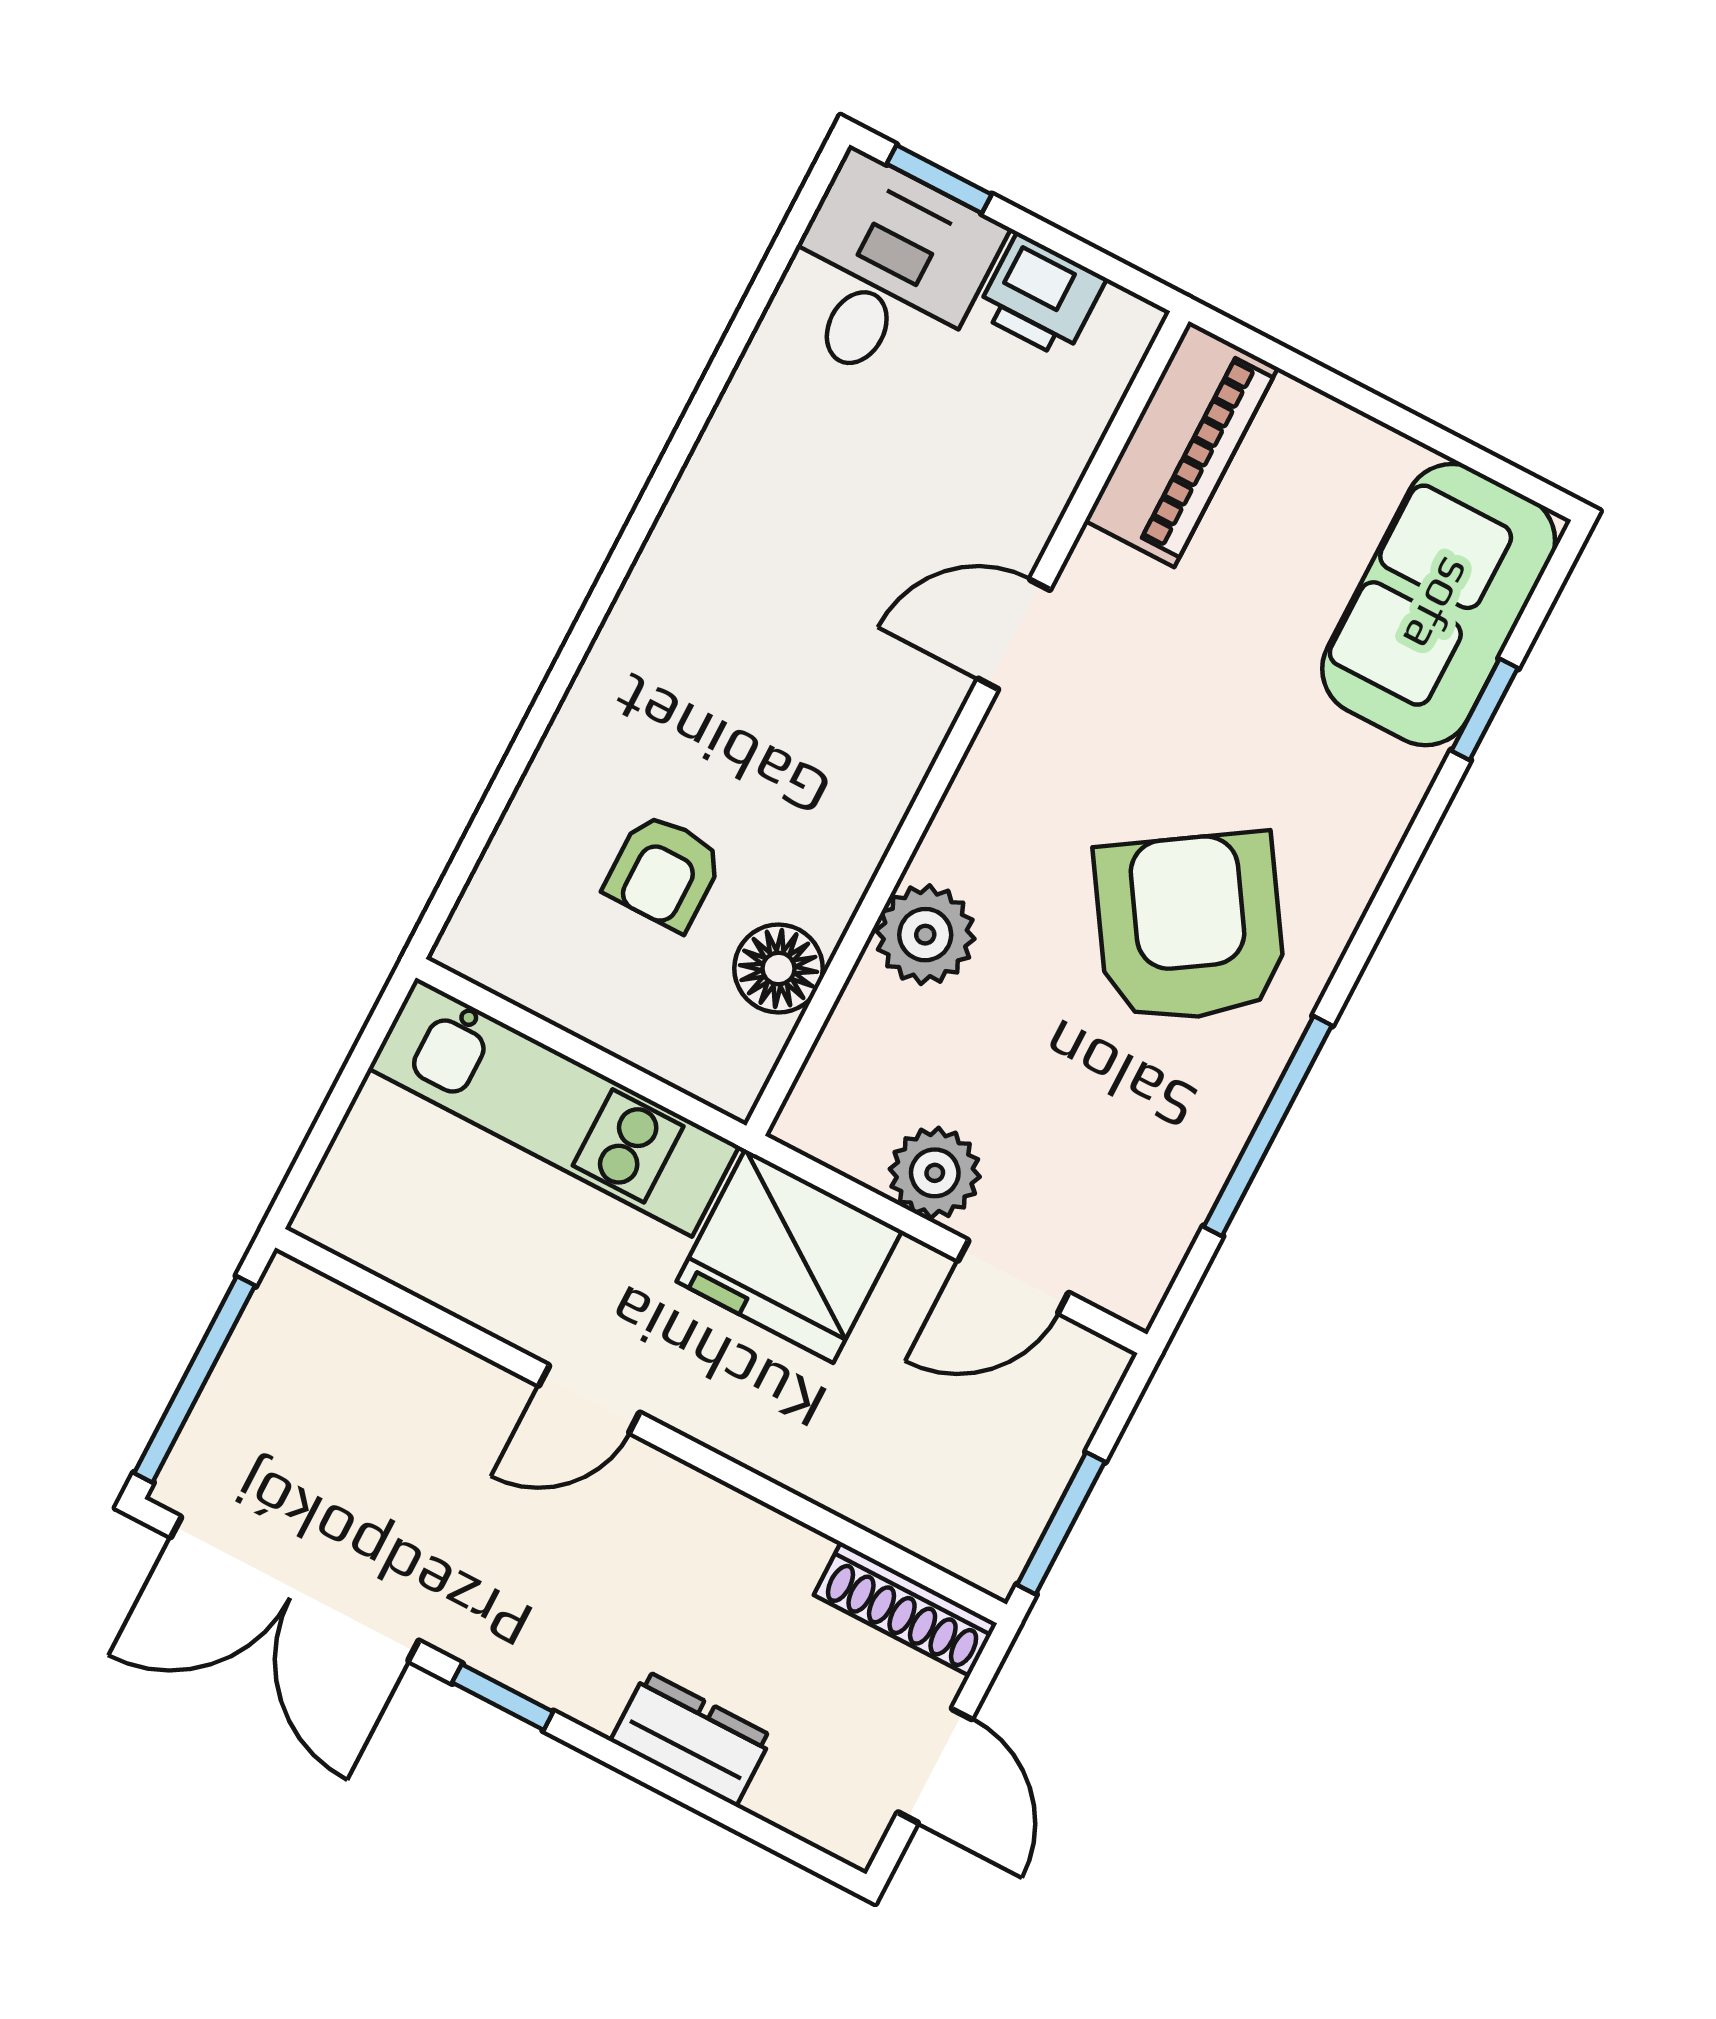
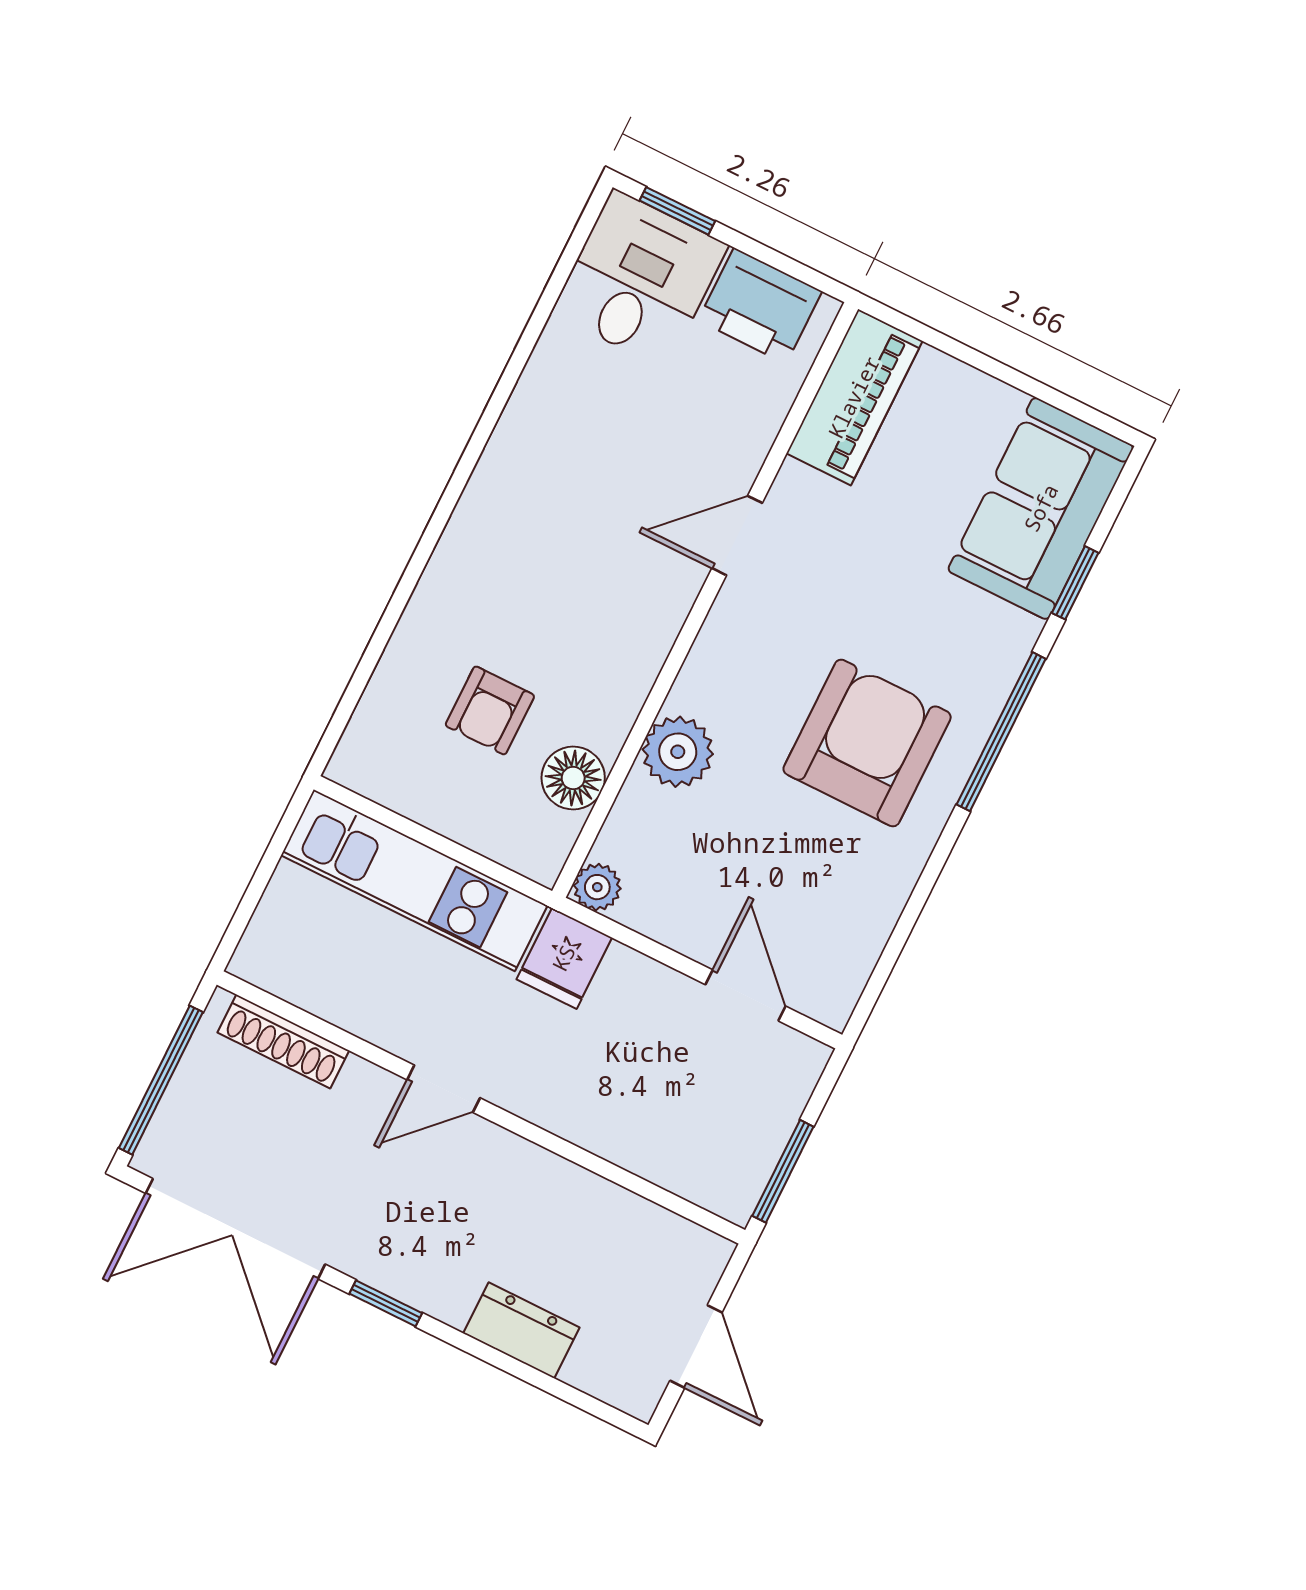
printer: (1041, 296) -> (760, 306), width x1.36, depth x1.24
armchair: (1190, 928) -> (867, 743), turned 33
window: (1268, 1126) -> (1001, 732), moved
plant: (935, 1173) -> (597, 887), moved, width x0.73, depth x0.73
fridge: (789, 1256) -> (564, 958), width x0.53, depth x0.75
door: (1013, 1277) -> (746, 995), swing flipped
shoe rack: (905, 1609) -> (283, 1041), moved

